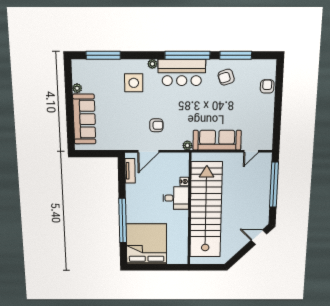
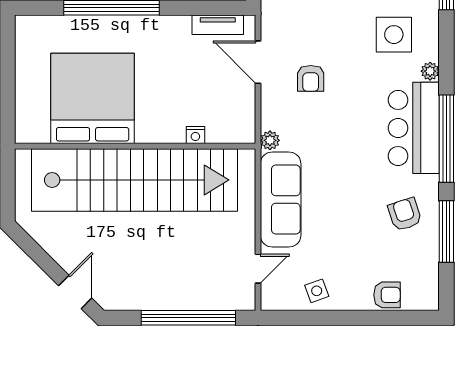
side table: (264, 122) -> (317, 291), added
door: (251, 151) -> (258, 269), swing flipped
desk: (176, 198) -> (160, 118), removed
bed: (146, 244) -> (93, 98), moved, turned -90

